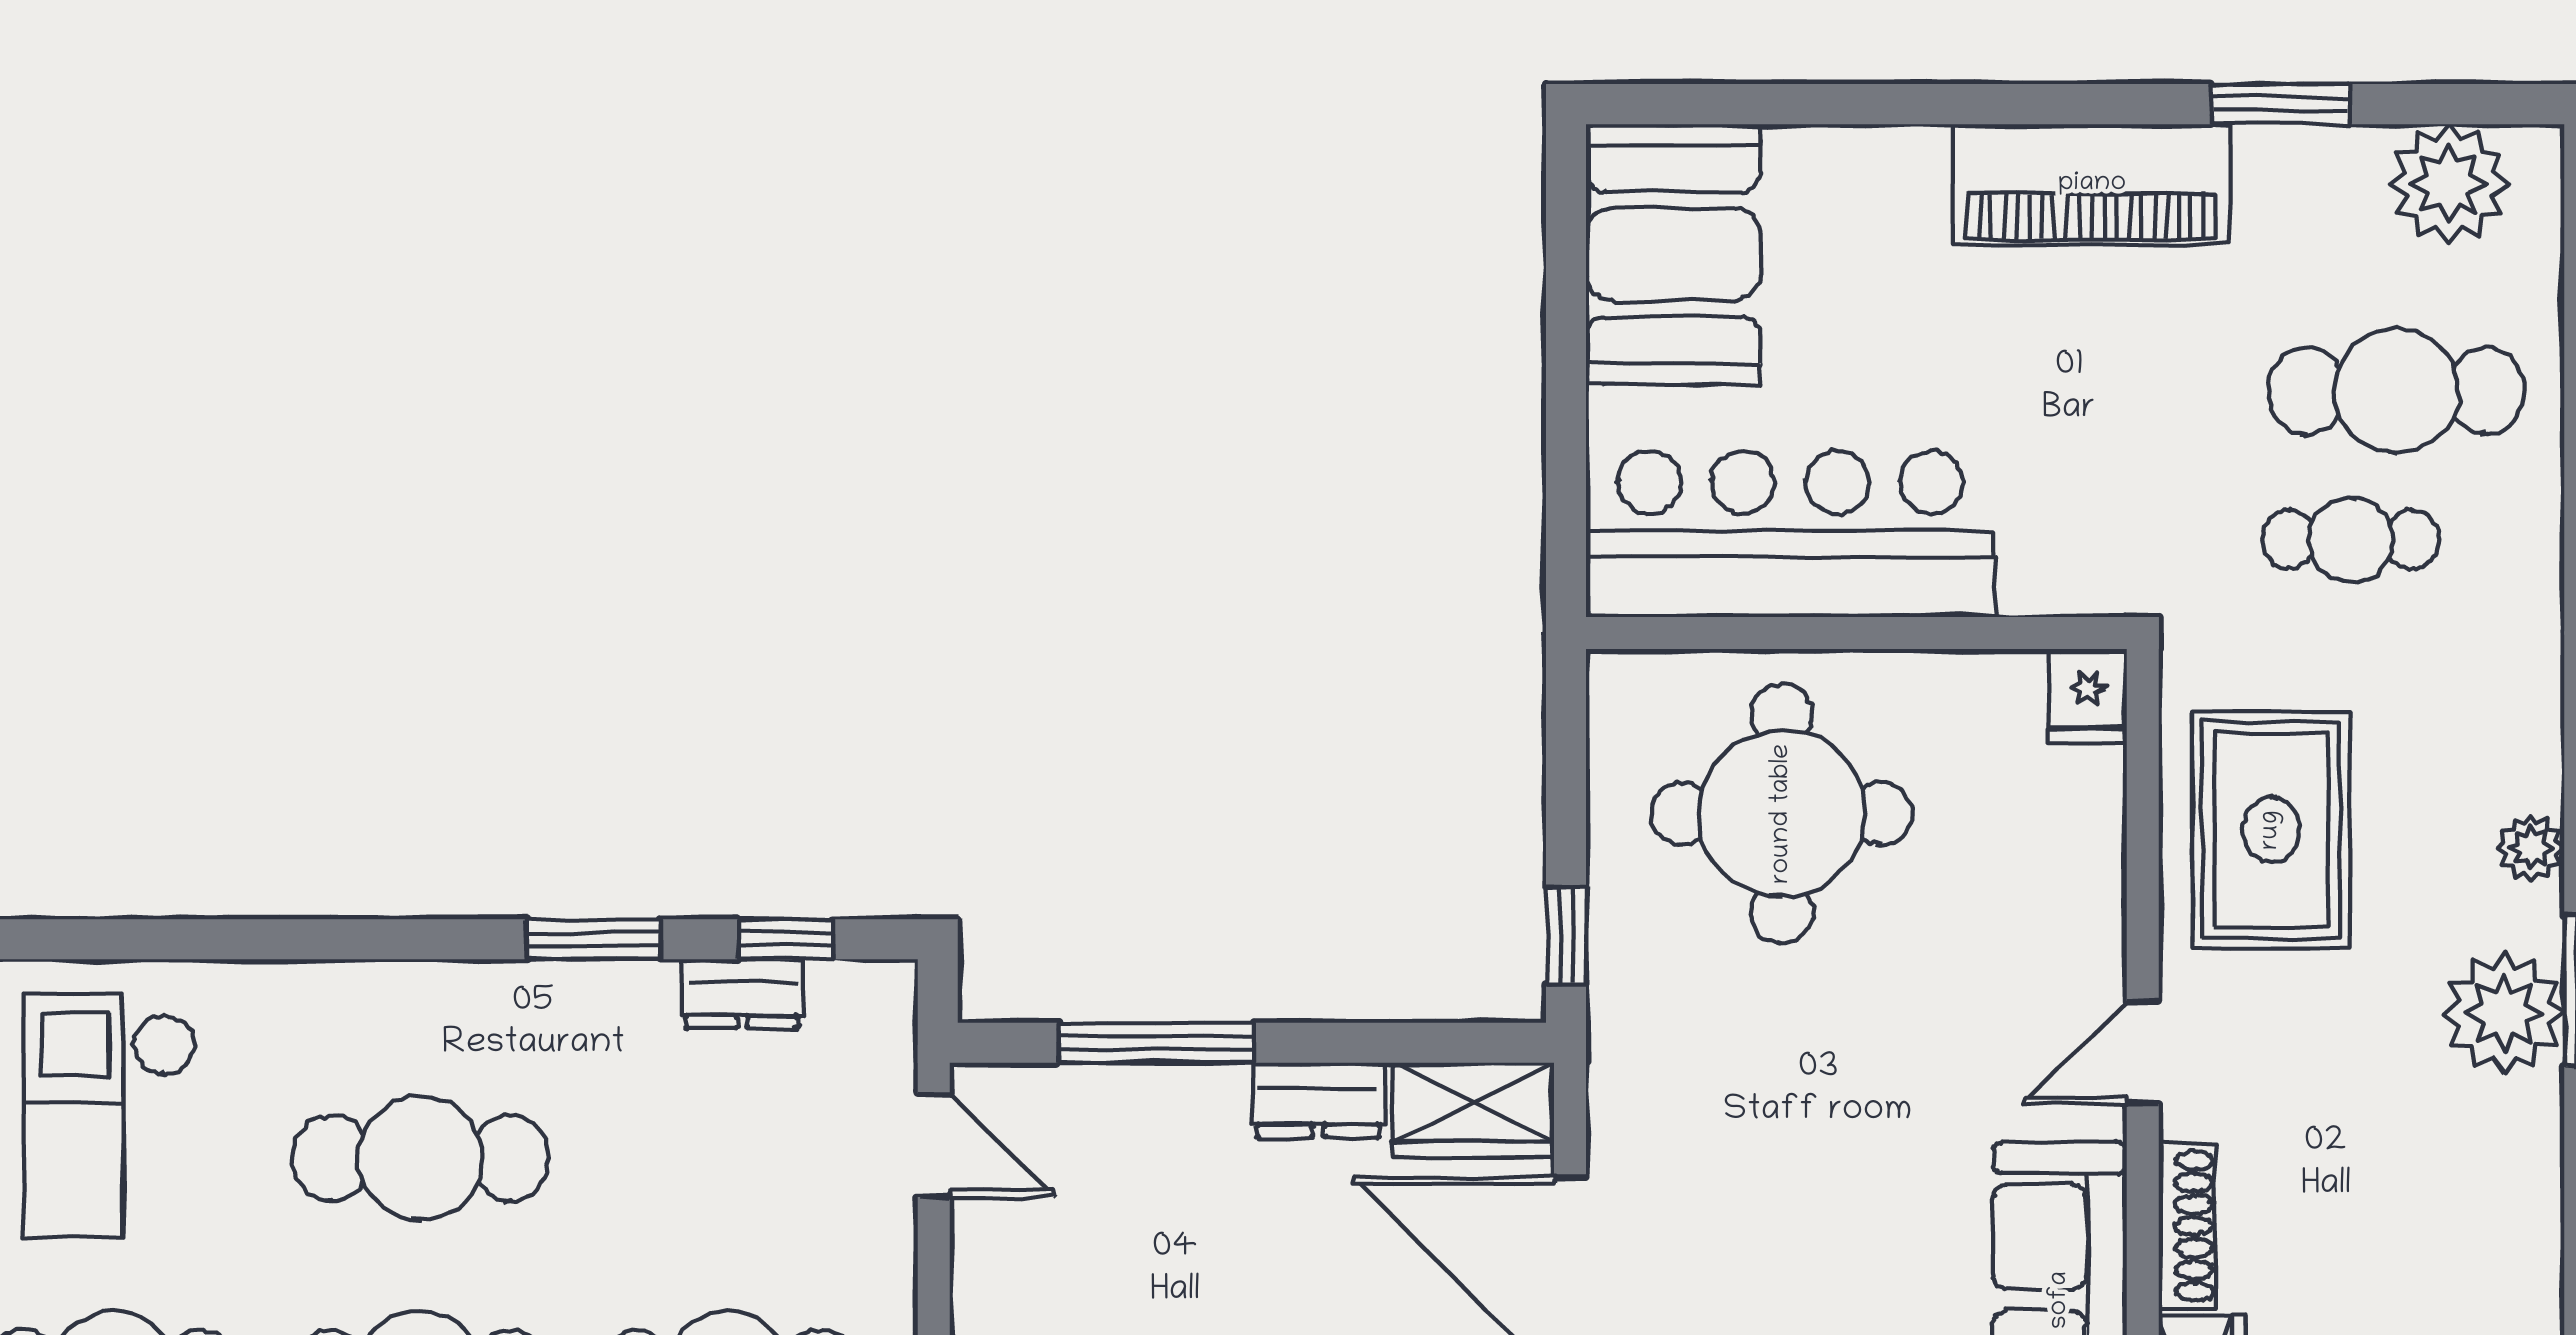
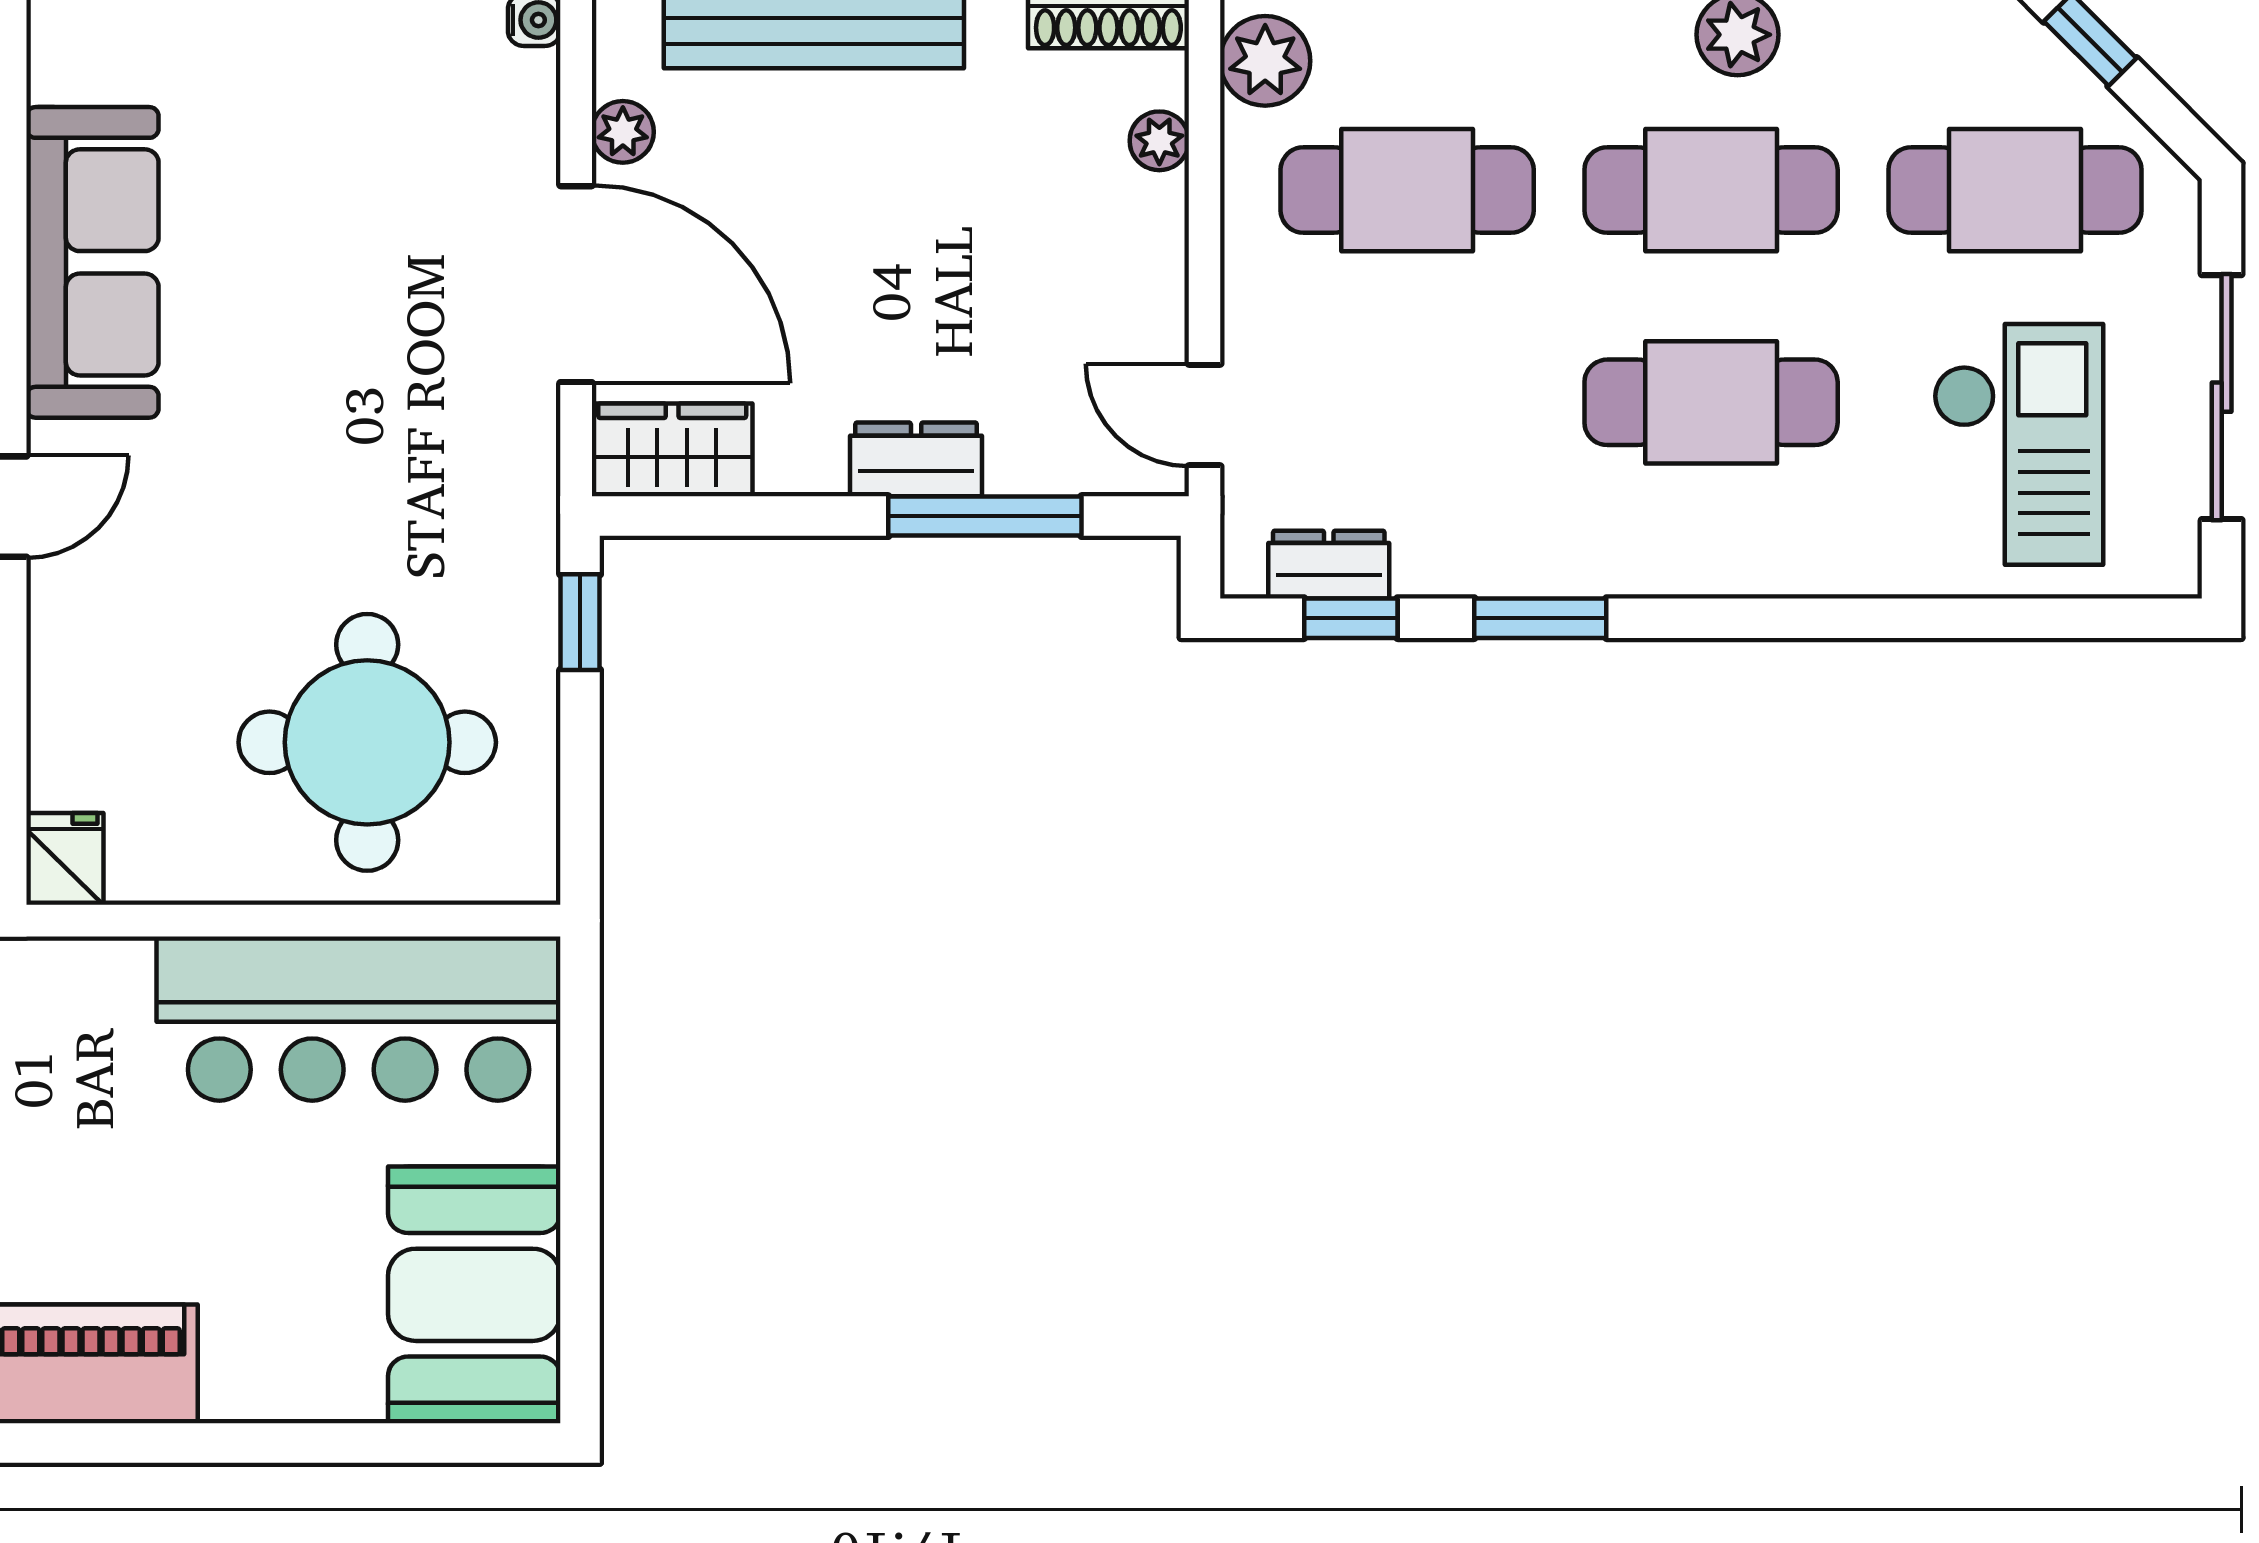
dresser: (742, 994) -> (1329, 565), moved
dresser: (1318, 1100) -> (916, 459), moved

